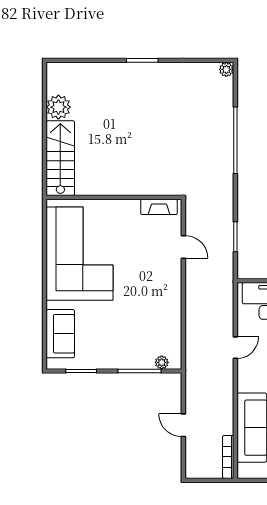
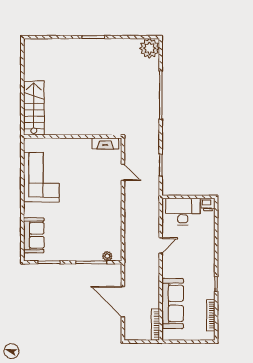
plant: (226, 69) -> (150, 48), width x1.88, depth x1.88
plant: (58, 107) -> (32, 71), removed
corner sofa: (80, 254) -> (41, 177), width x0.73, depth x0.74
door: (183, 425) -> (123, 302), width x1.87

